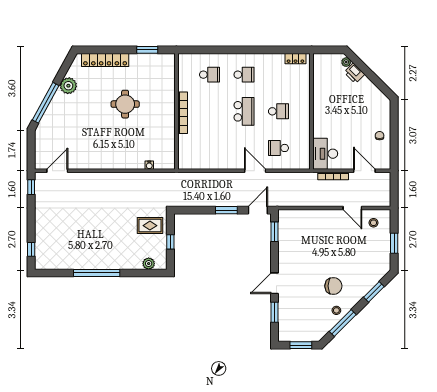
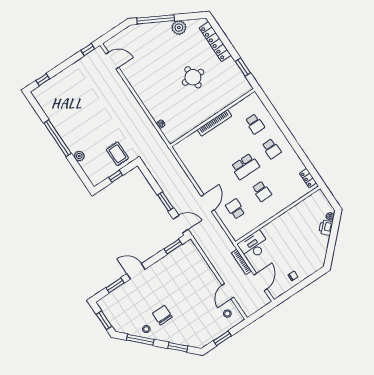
plant: (149, 264) -> (79, 156), moved
chair: (333, 286) -> (162, 315), turned 180

